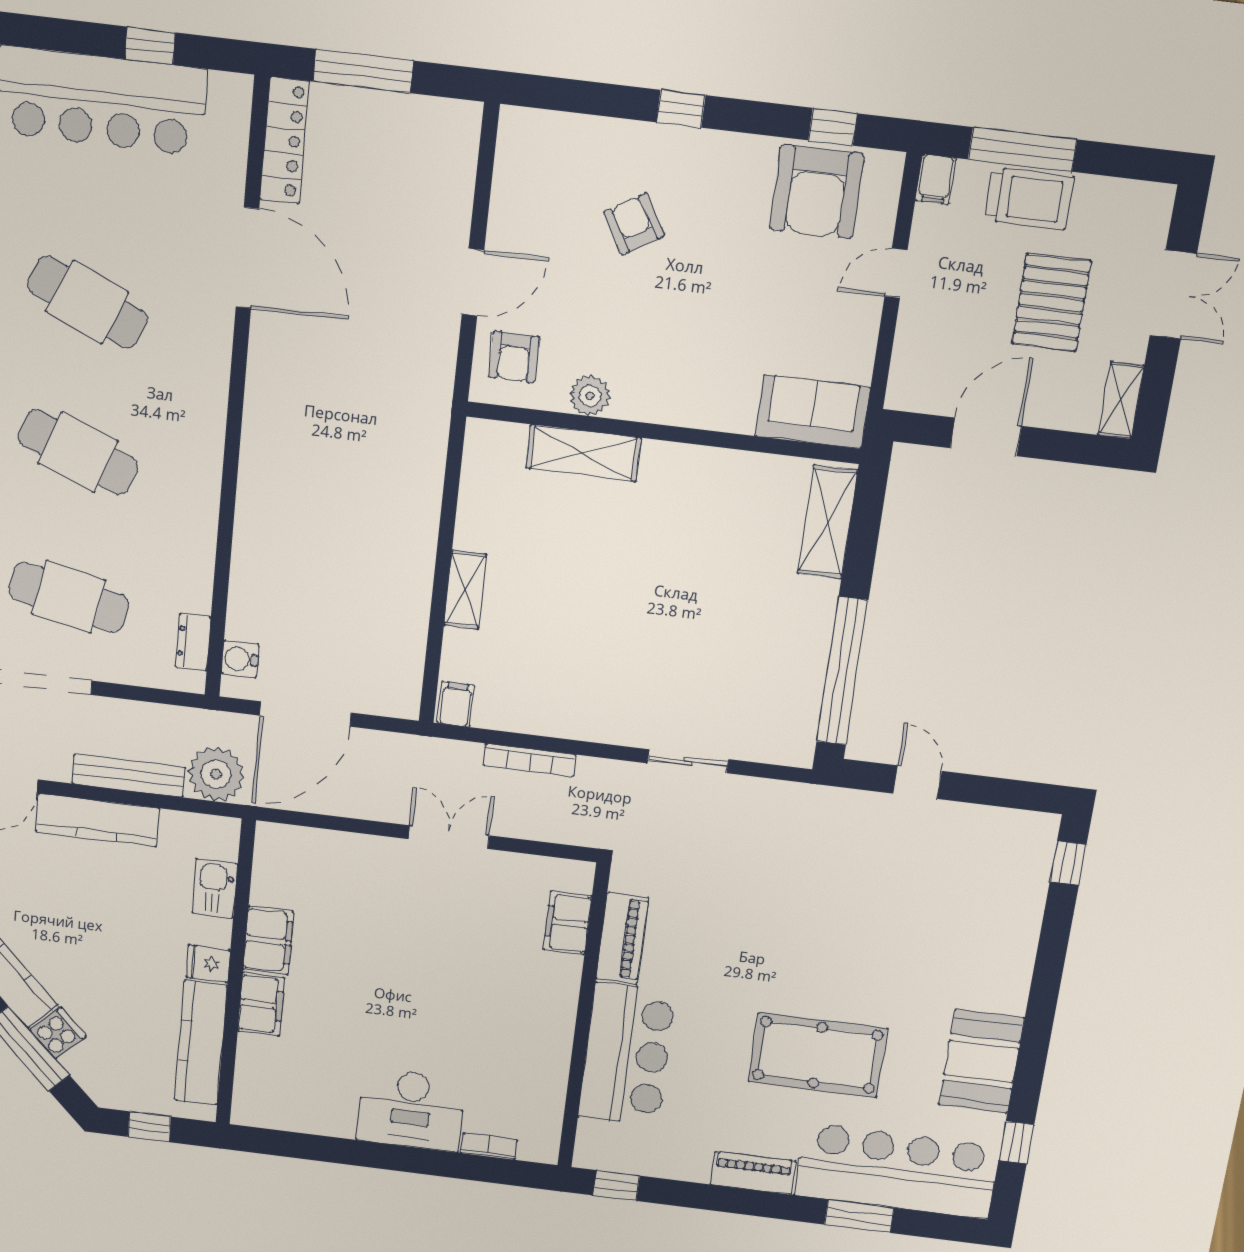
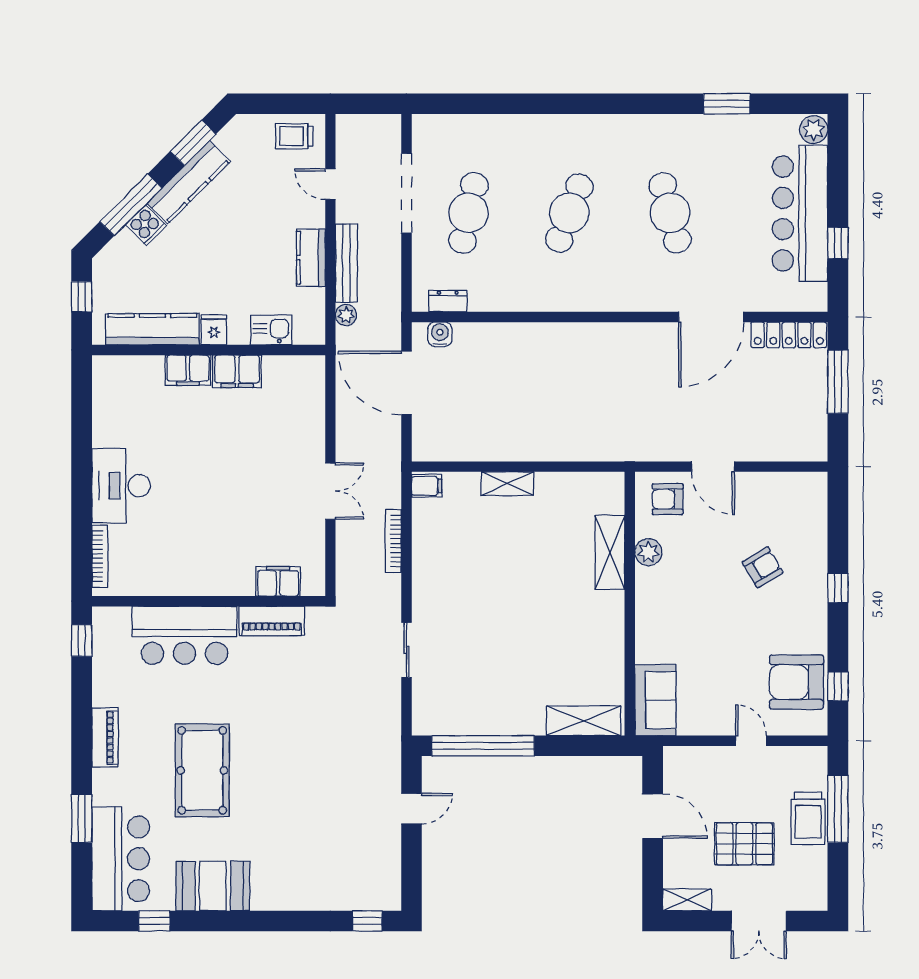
filing cabinet: (936, 179) -> (813, 757), removed
cafe table: (87, 302) -> (670, 213), turned -39
plant: (216, 774) -> (346, 315), width x0.53, depth x0.53
kitchen counter: (97, 820) -> (311, 258), width x0.67
bookcase: (489, 1146) -> (100, 556), width x1.56
bar counter: (897, 1171) -> (121, 859), width x0.73

